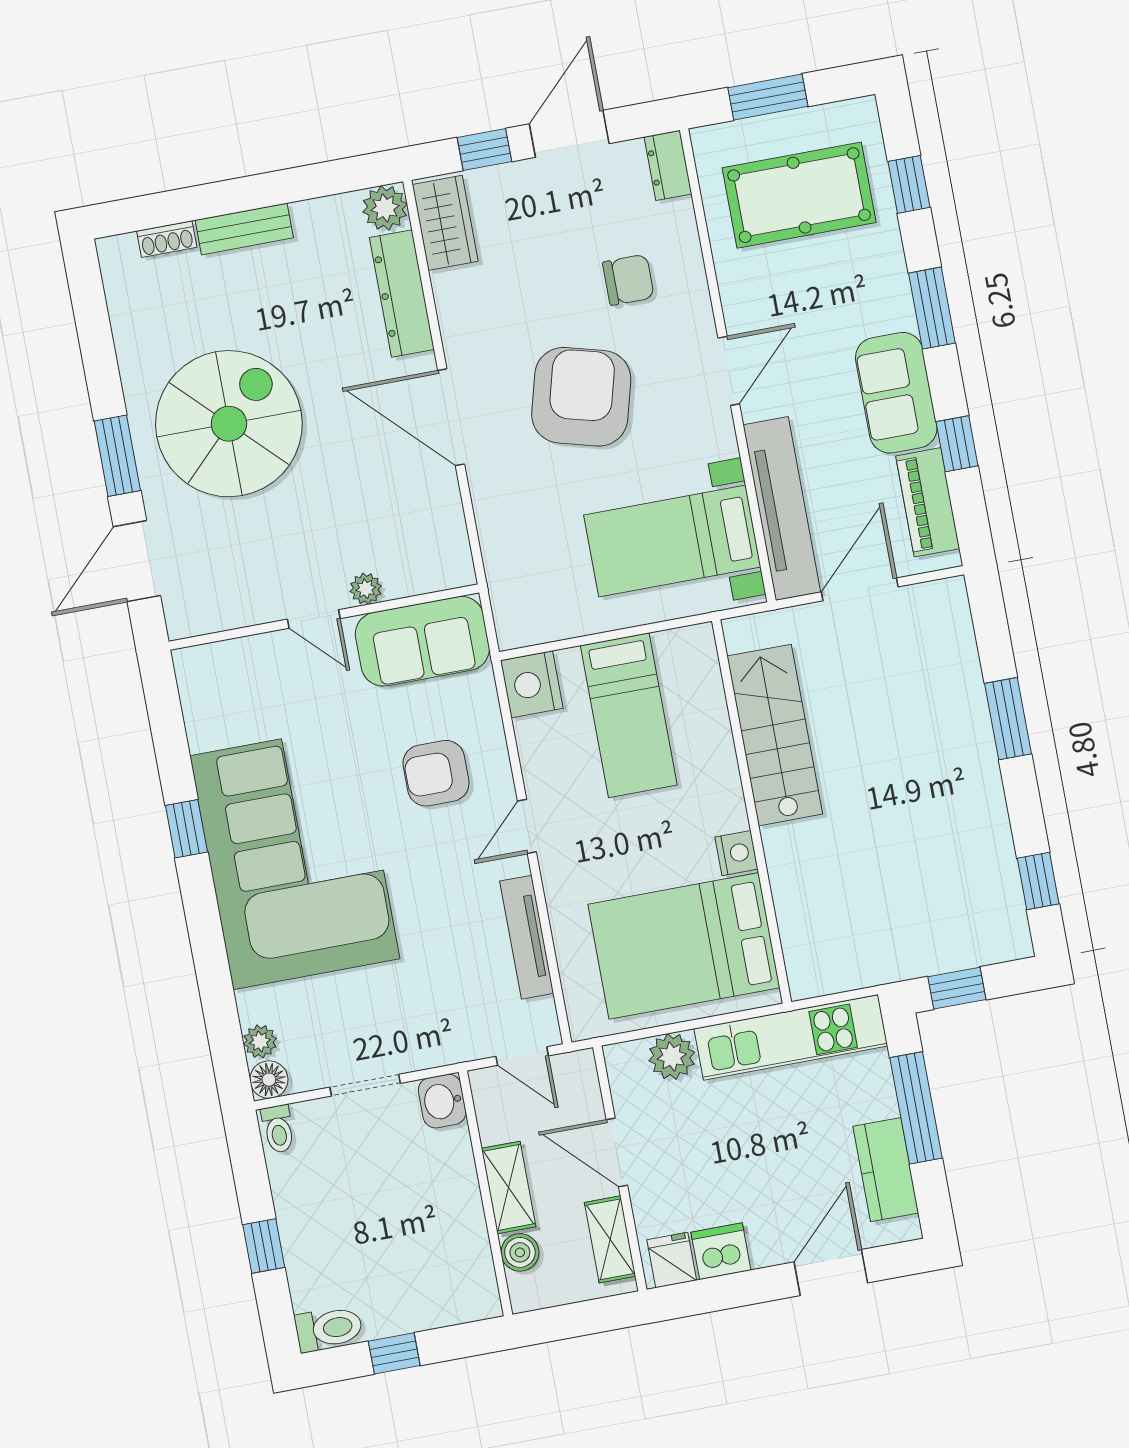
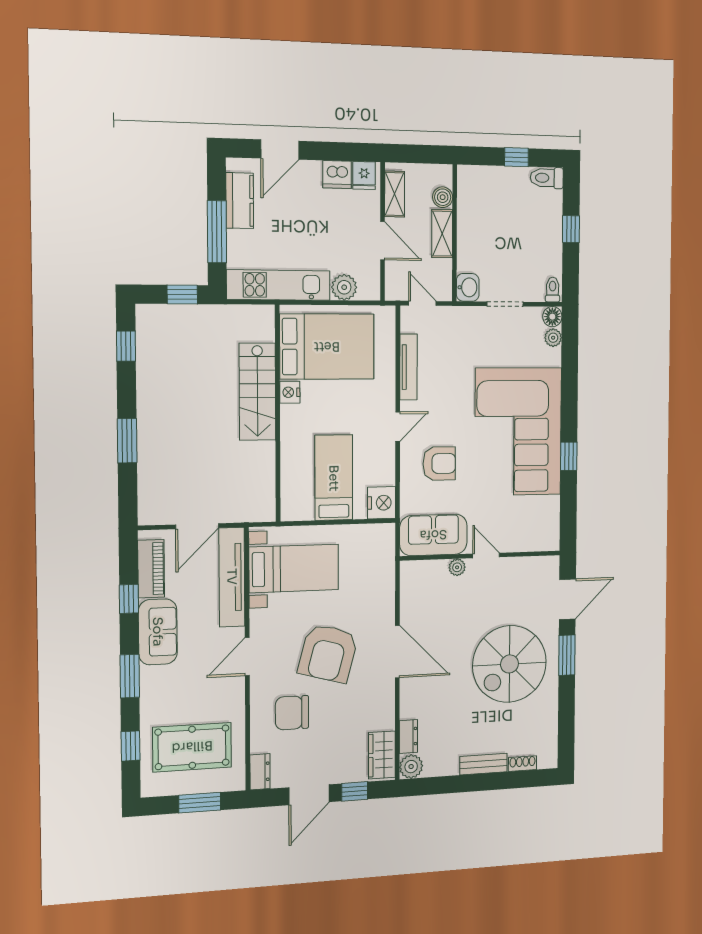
chair: (628, 280) -> (292, 713), width x1.37, depth x1.37
dresser: (402, 293) -> (408, 736), width x0.51, depth x0.80
stairs: (775, 735) -> (257, 392), moved

